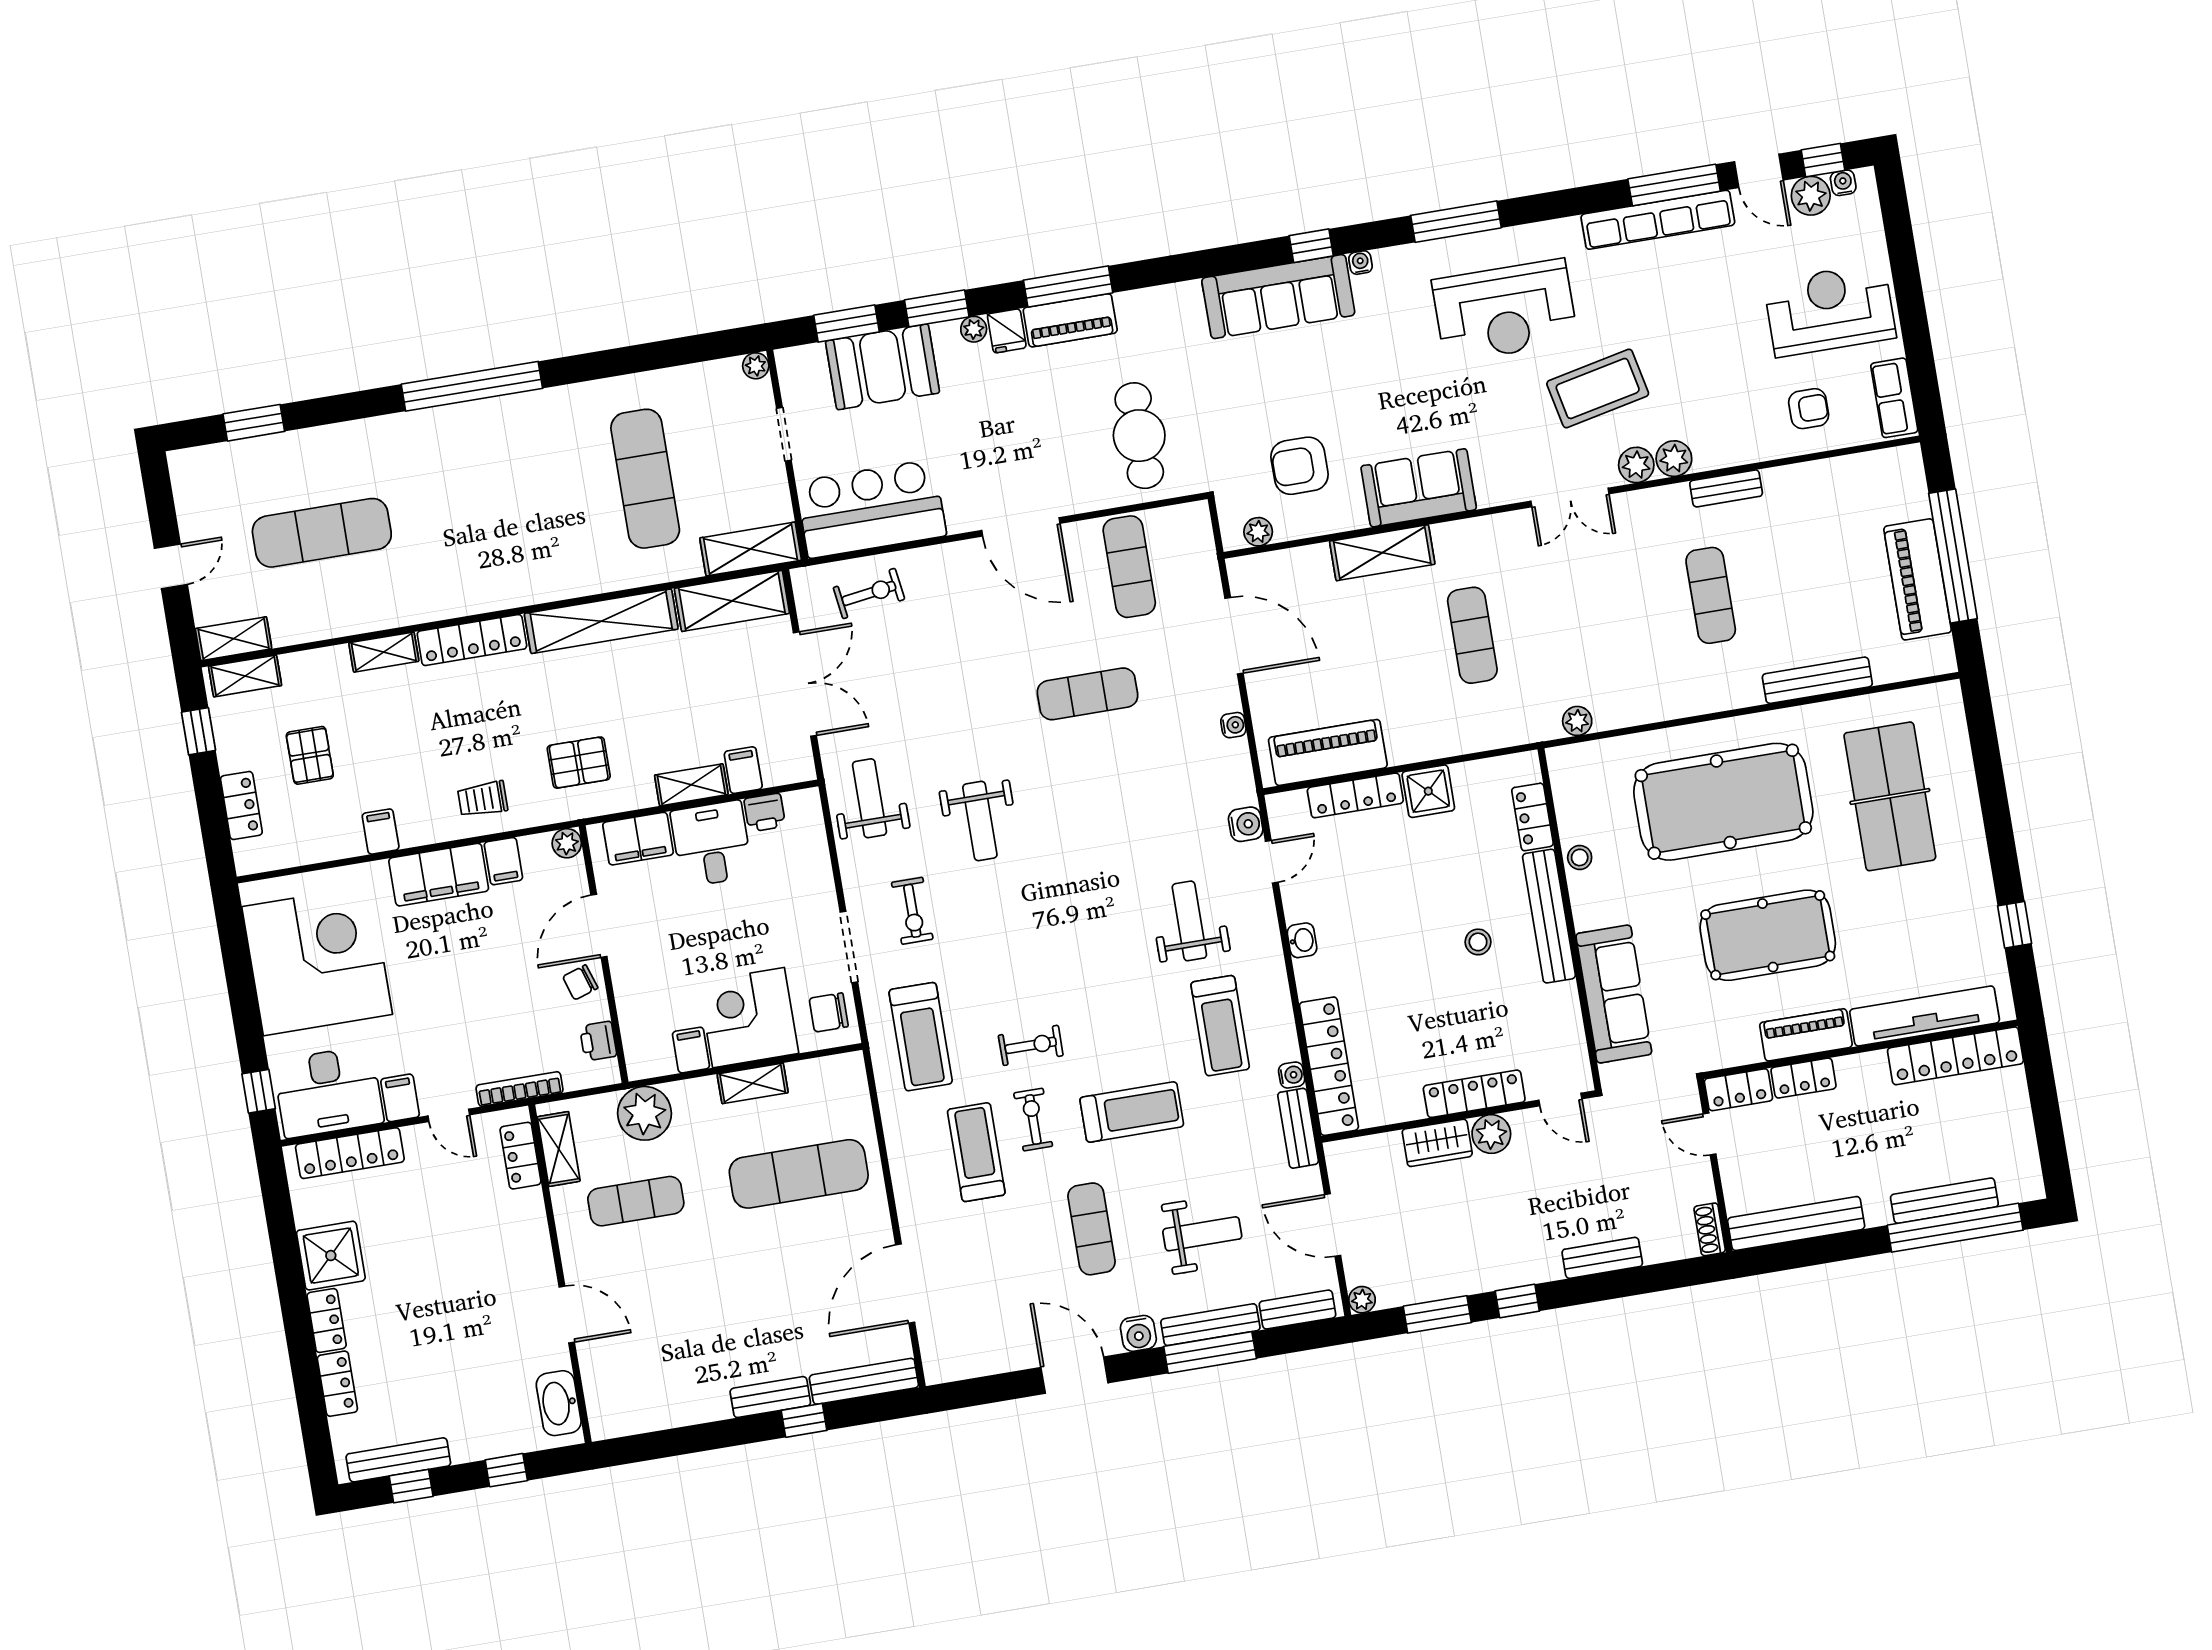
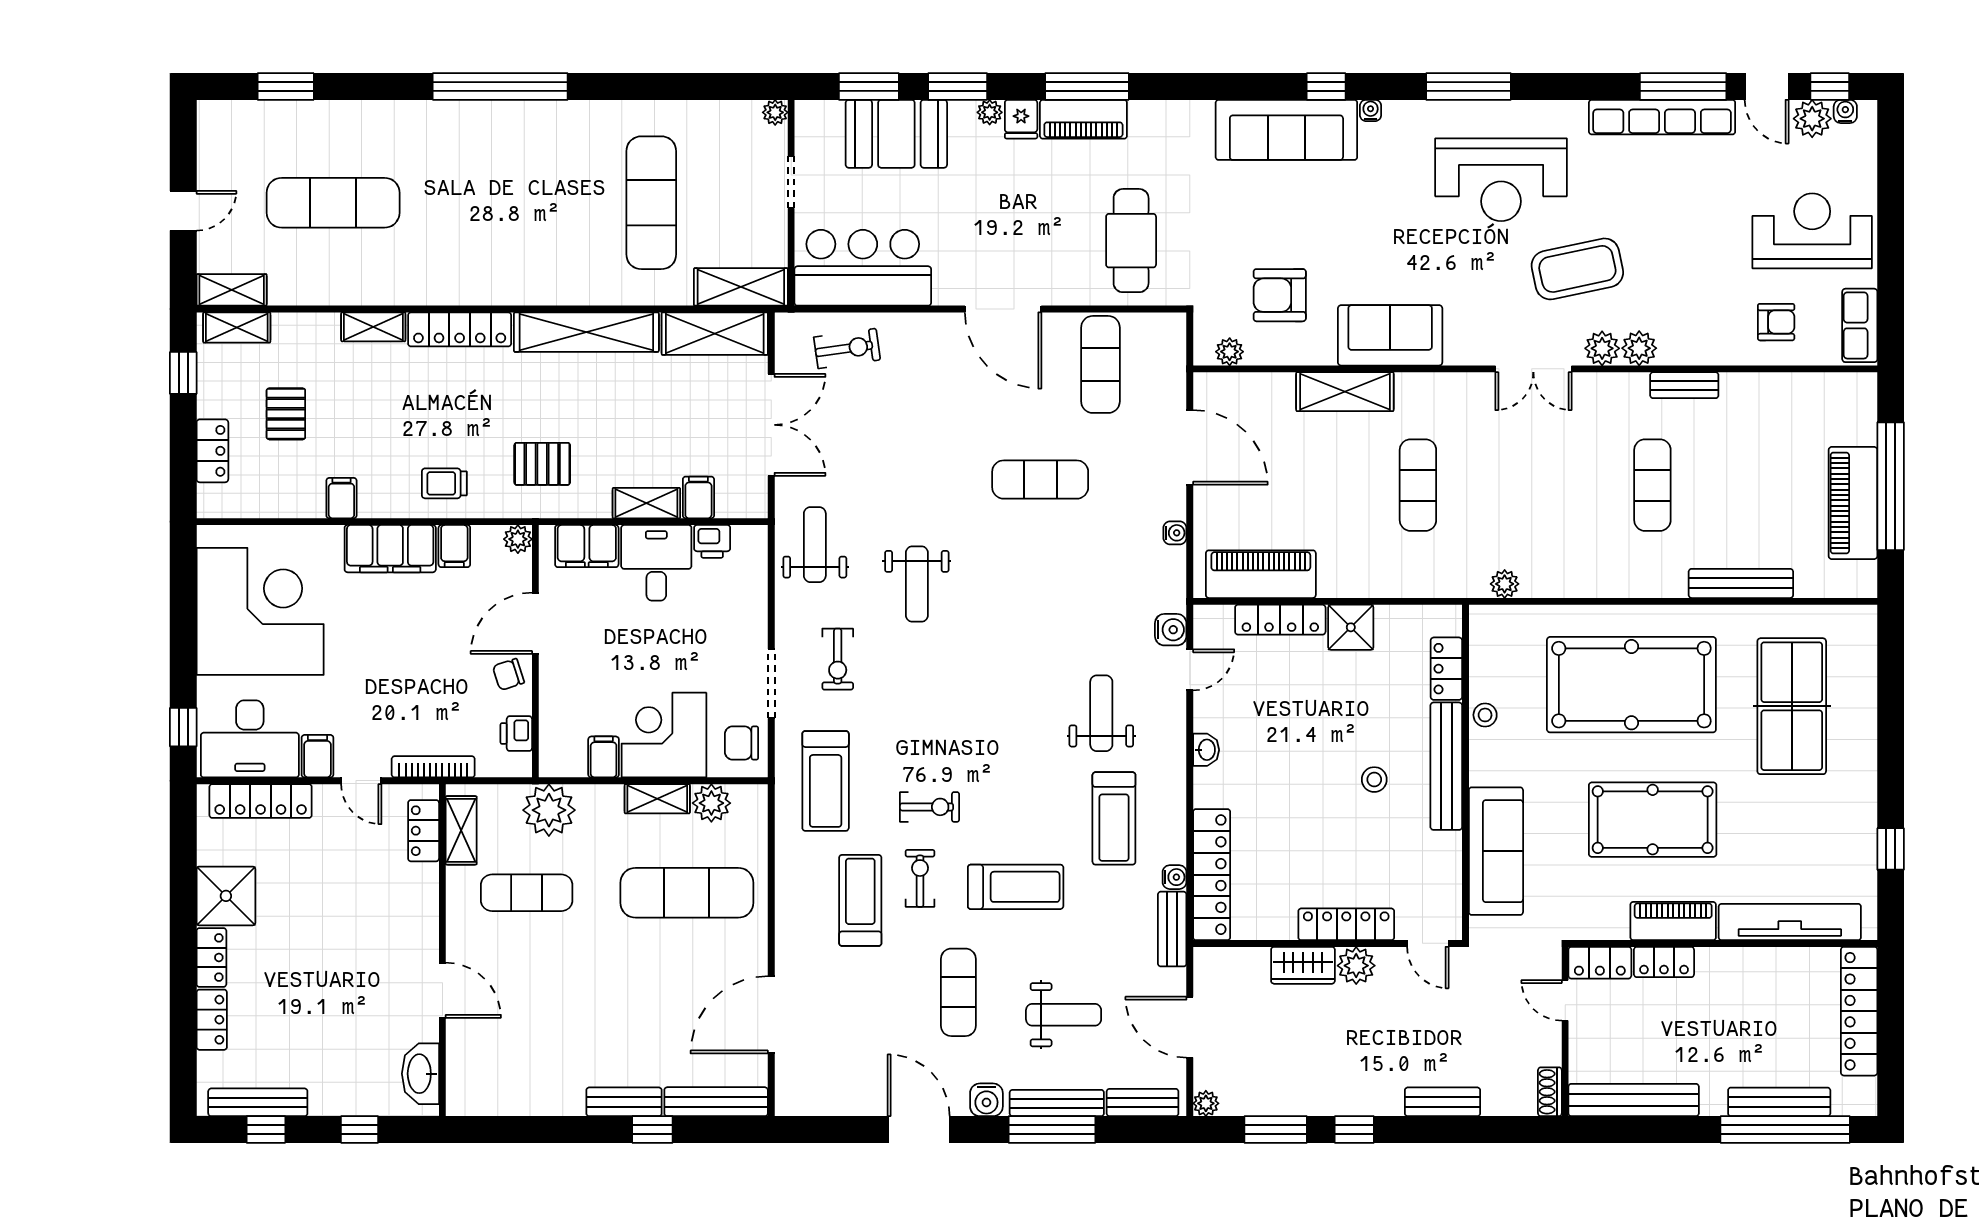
locker: (1955, 1056) -> (1859, 1011), moved, turned 90
plant: (808, 1078) -> (711, 803), added

